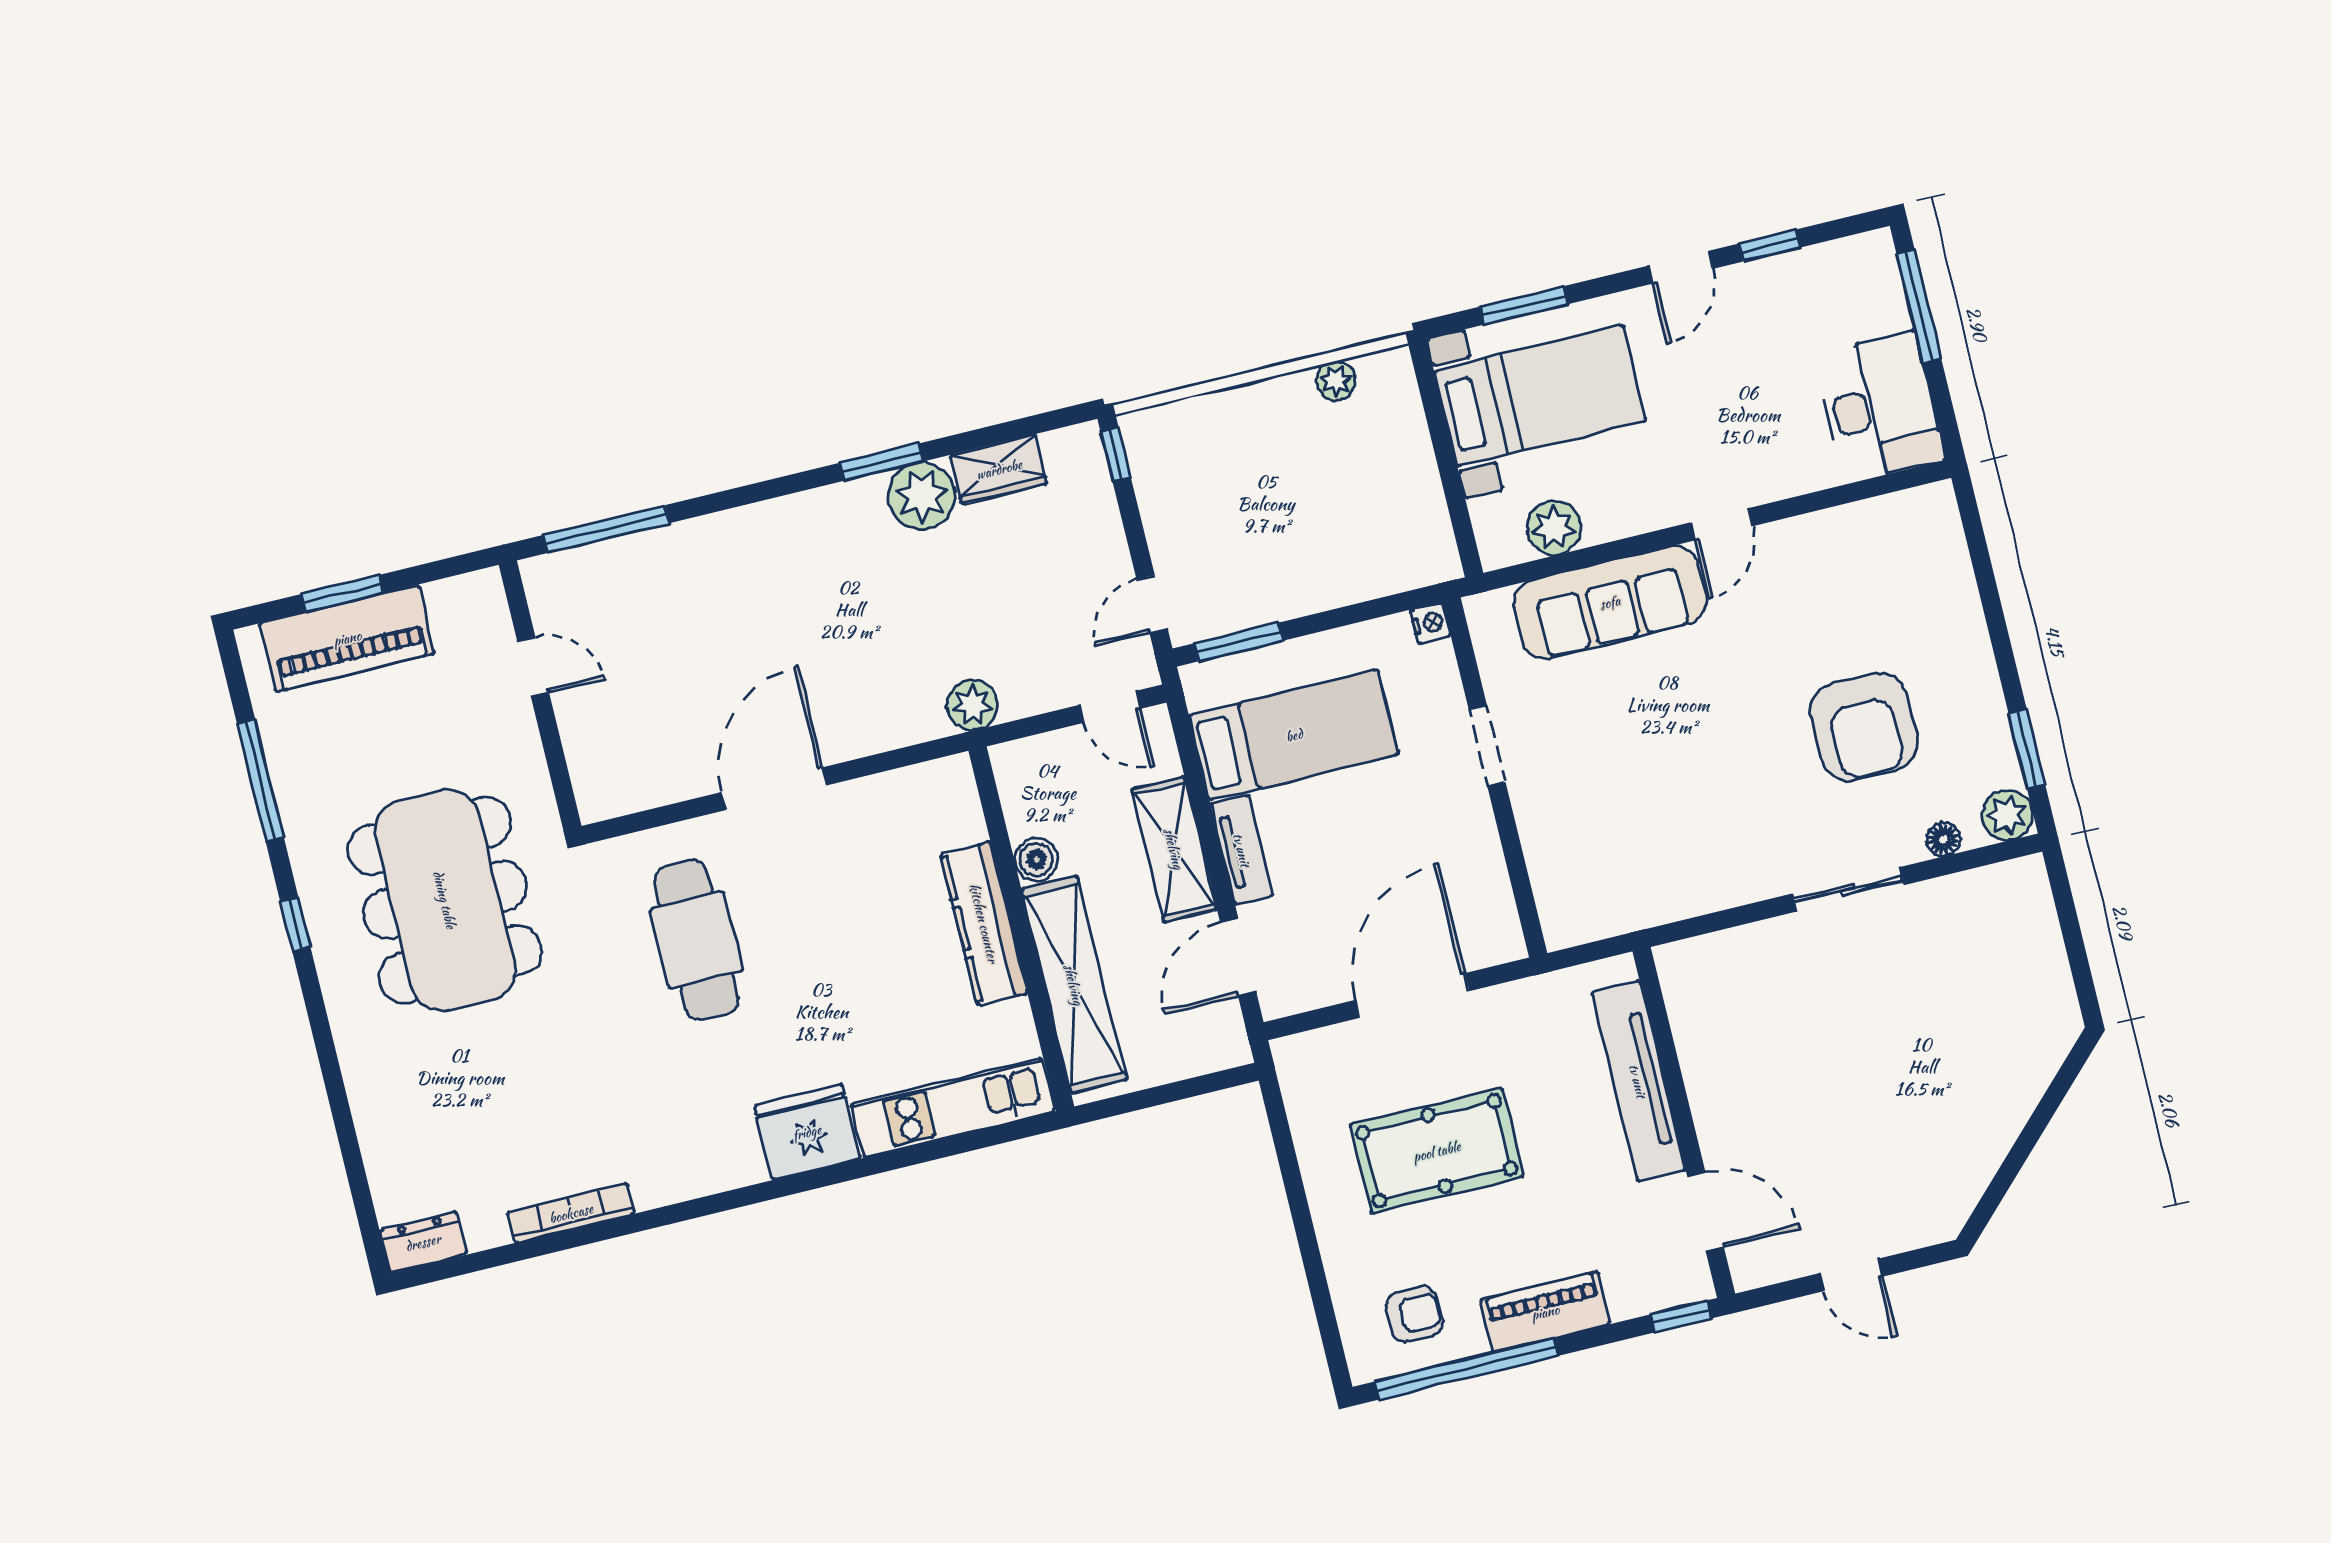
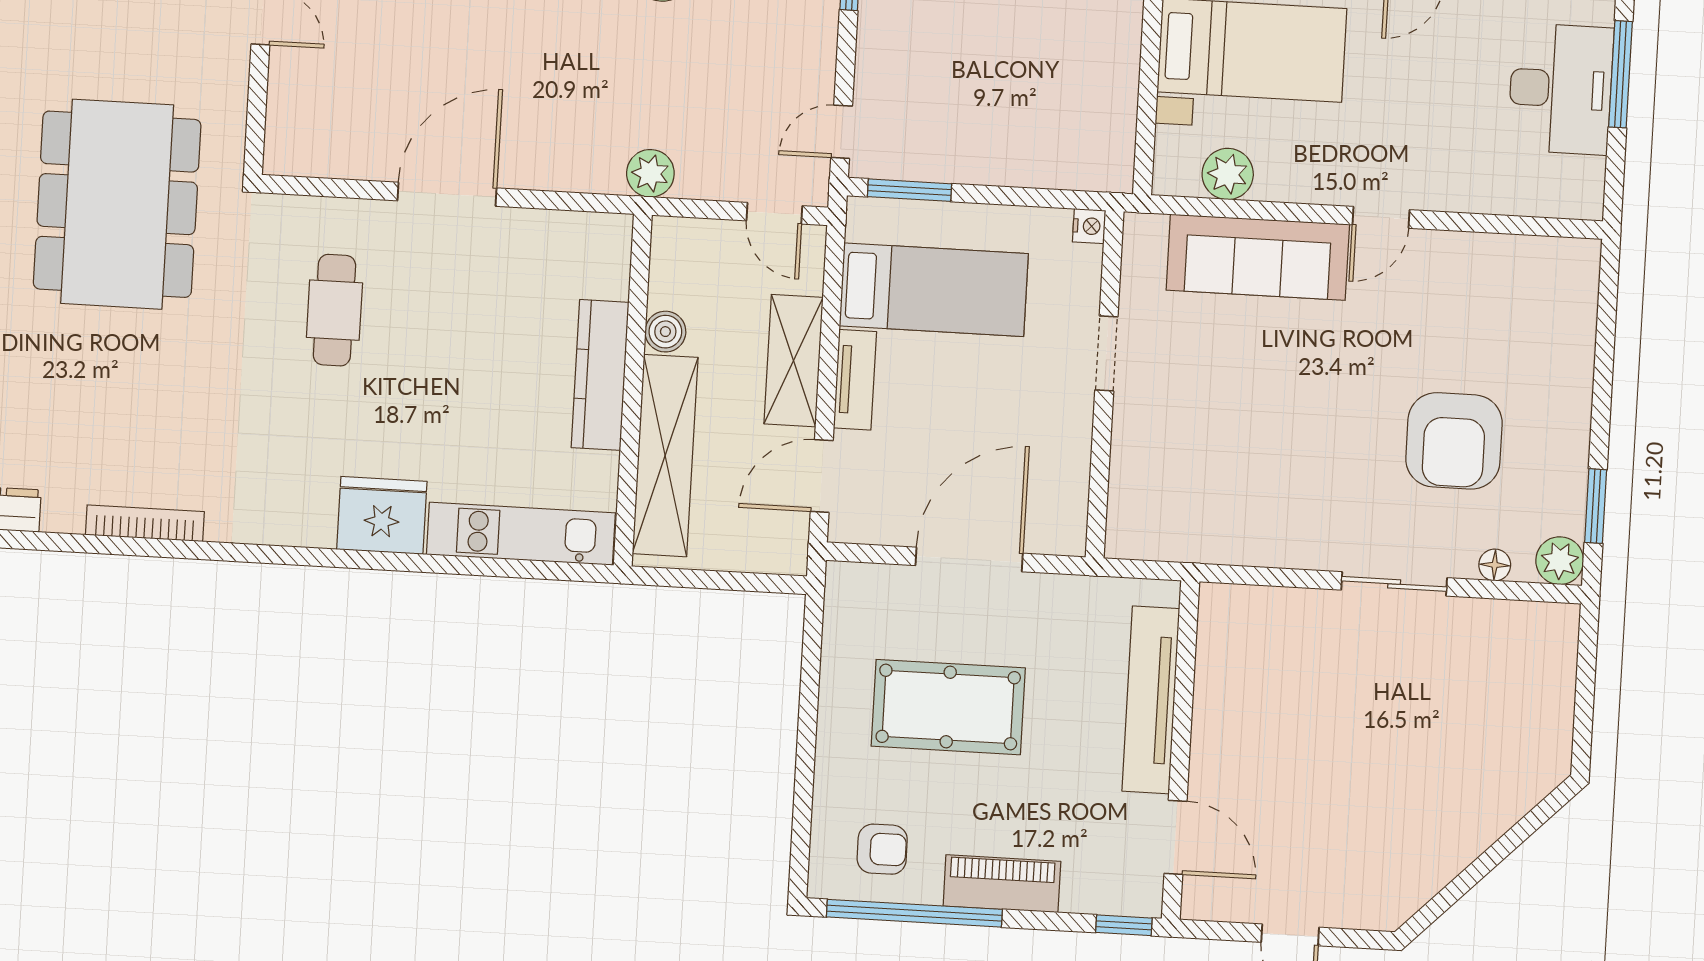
desk: (1880, 407) -> (1561, 89), moved
cafe table: (696, 940) -> (334, 310), width x0.73, depth x0.74

